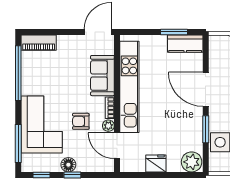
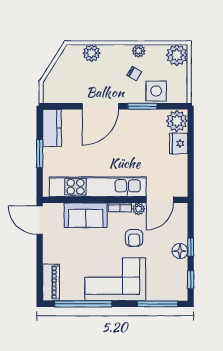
window: (174, 32) -> (40, 153), moved
corner sofa: (42, 125) -> (115, 279), moved
fridge: (156, 164) -> (179, 143), moved

